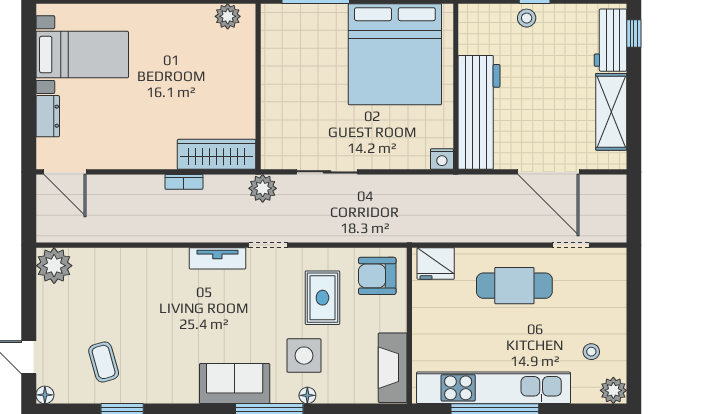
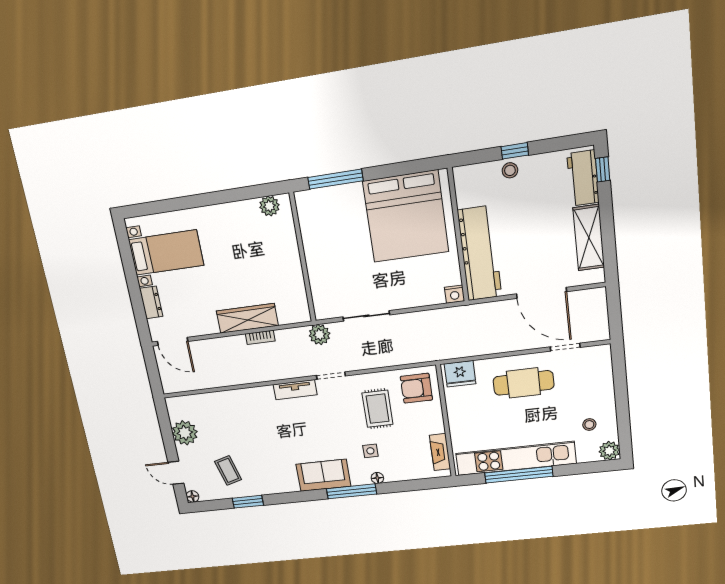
wardrobe: (217, 154) -> (247, 318), moved
plant: (54, 266) -> (185, 433), moved
side table: (304, 356) -> (370, 451), width x0.54, depth x0.54
fireplace: (393, 368) -> (440, 452), width x0.73, depth x0.76

